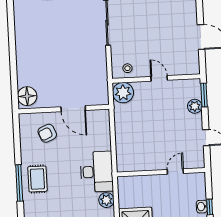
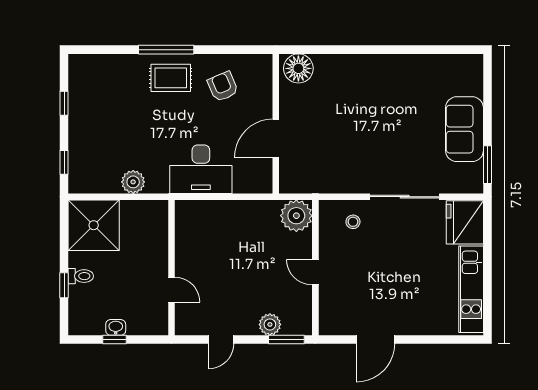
stool: (127, 68) -> (353, 222), moved
door: (159, 78) -> (315, 272), swing flipped
armchair: (47, 133) -> (223, 87), moved
desk: (97, 172) -> (201, 169), moved

